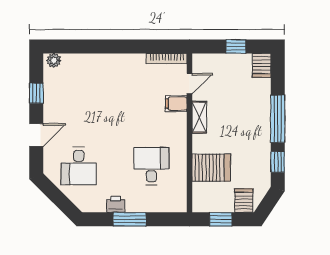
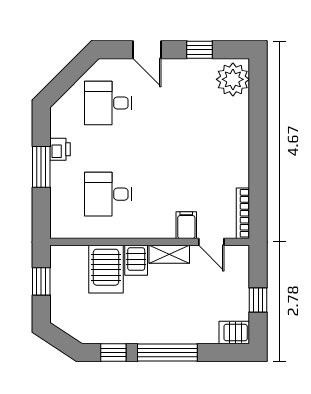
plant: (54, 60) -> (233, 79), width x1.88, depth x1.88
desk: (151, 166) -> (108, 194), turned 180
server rack: (244, 200) -> (136, 260), moved, turned 90

